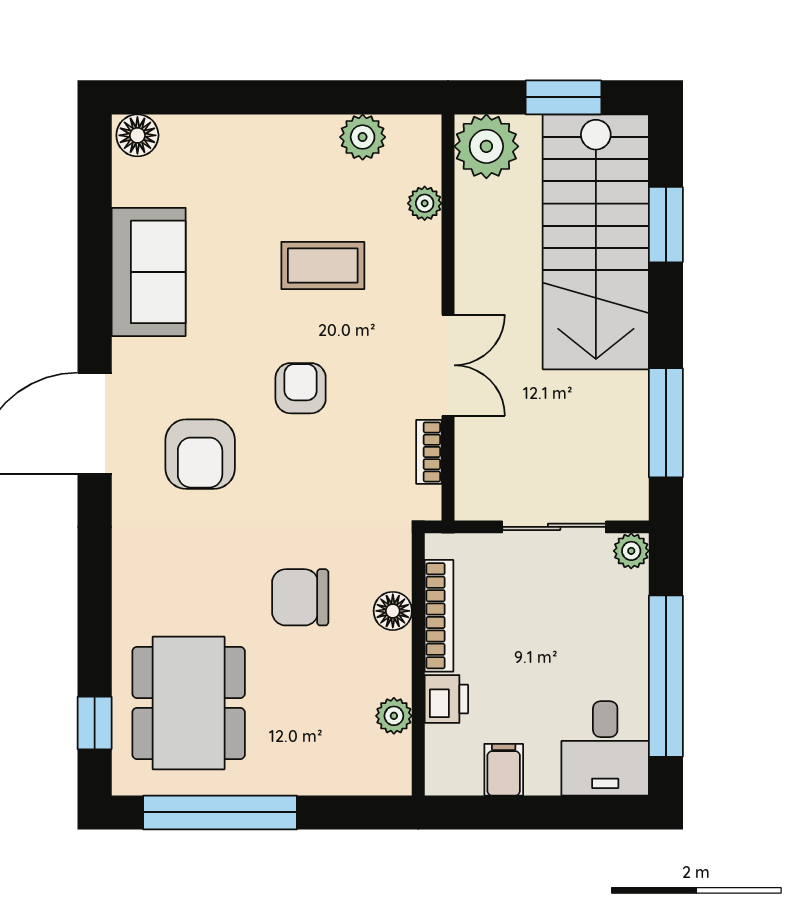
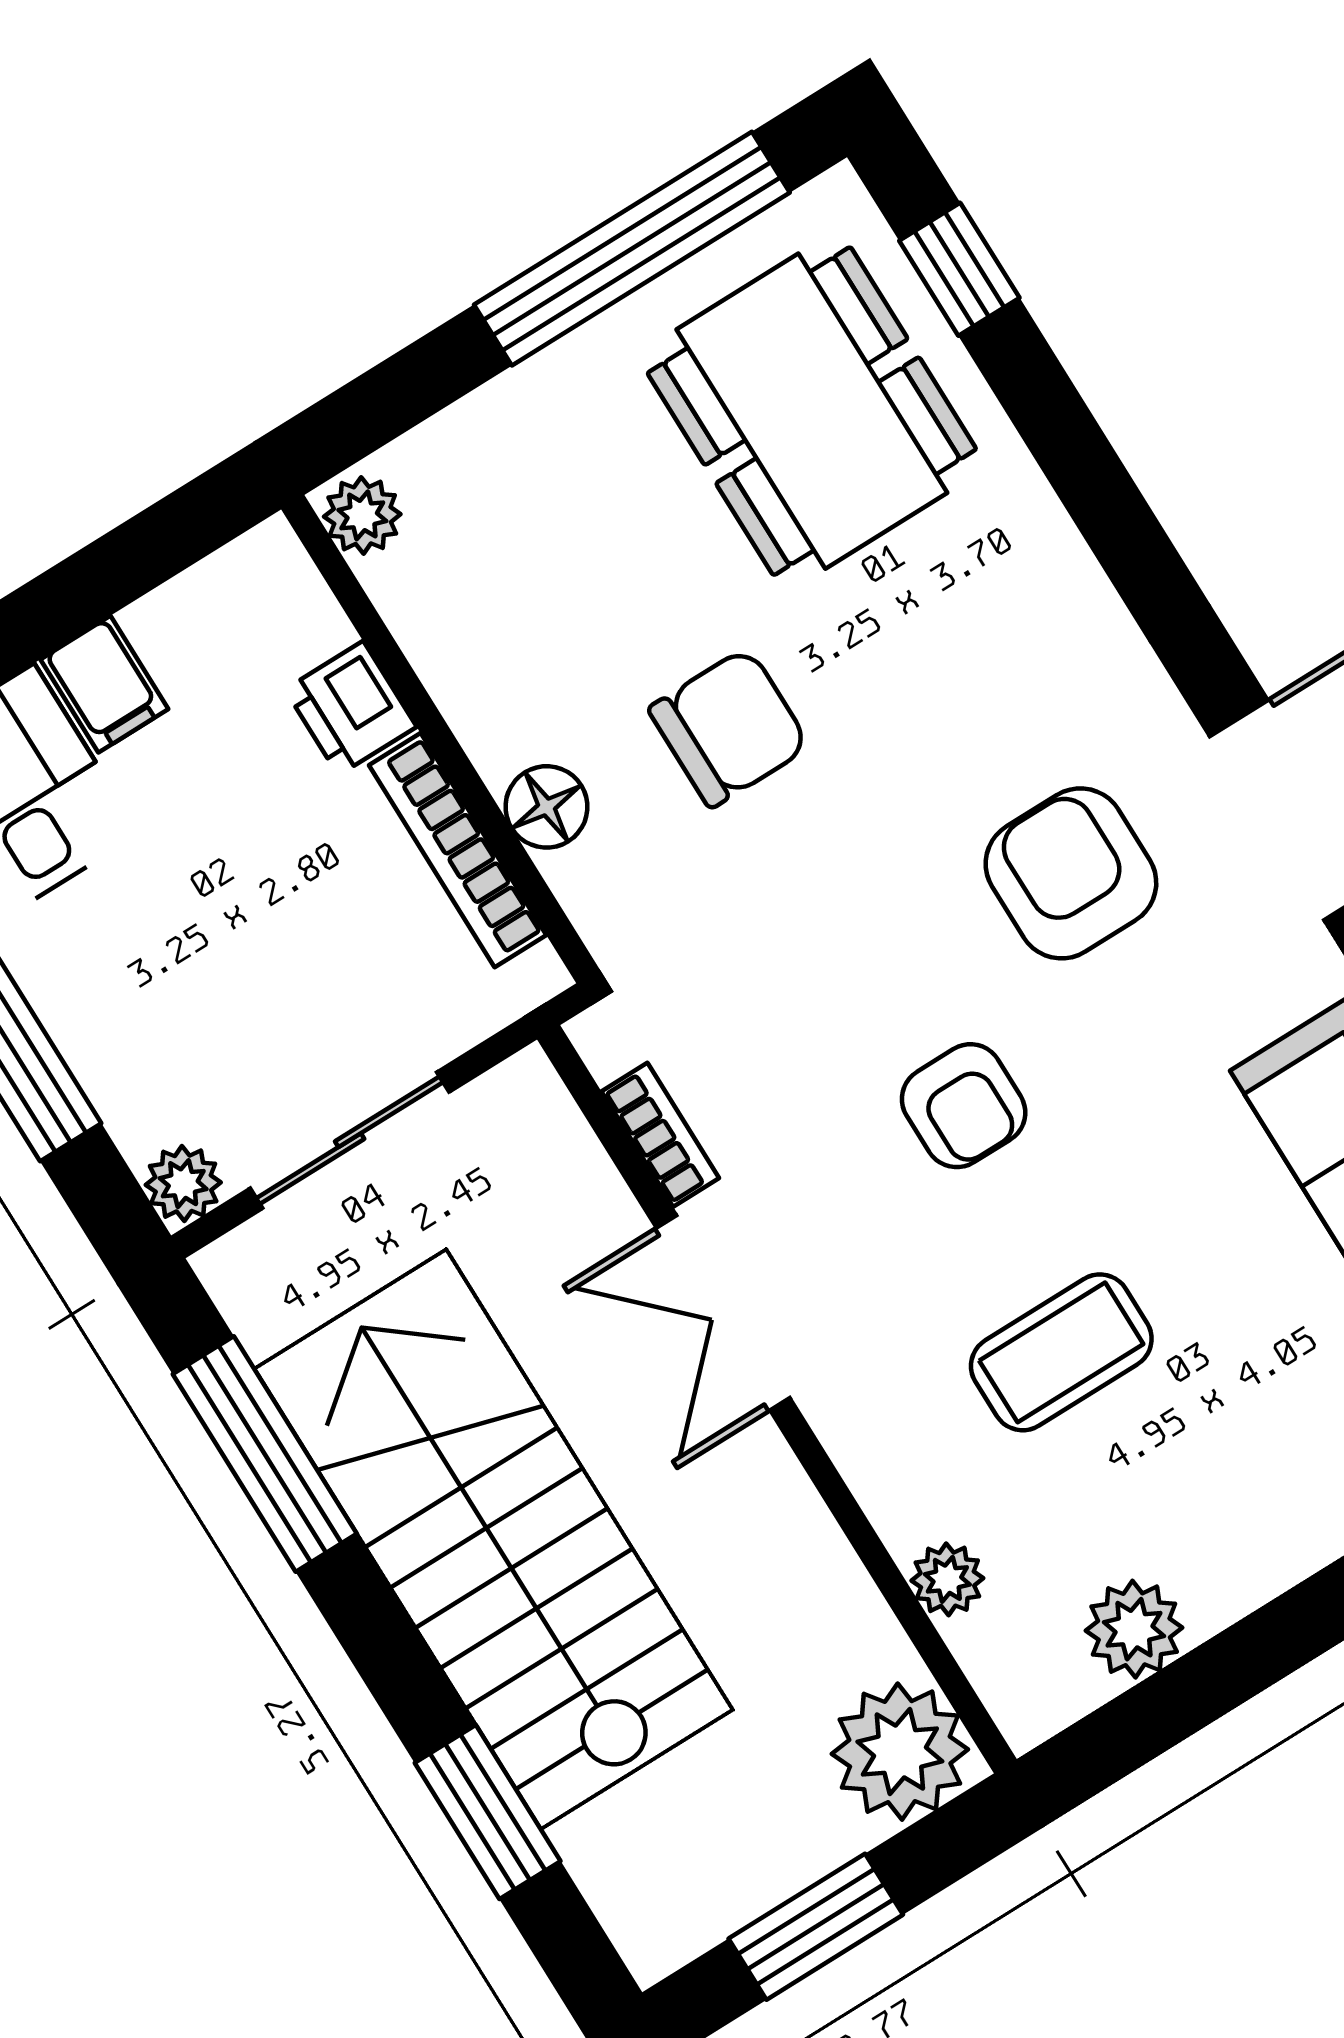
stairs: (596, 242) -> (493, 1539), moved
plant: (394, 716) -> (362, 515), moved
filing cabinet: (504, 770) -> (104, 684), moved

